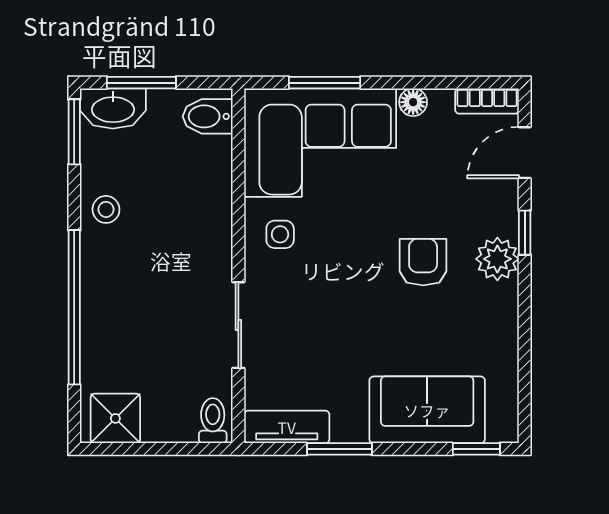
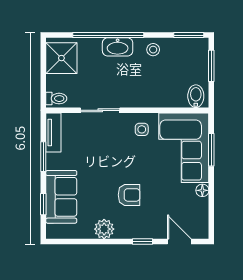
bookcase: (487, 101) -> (203, 224), removed
washbasin: (113, 108) -> (118, 47), moved, turned -90
plant: (497, 259) -> (104, 229), moved
shower: (115, 418) -> (61, 58), width x1.36, depth x1.36
window: (476, 449) -> (43, 204), moved

